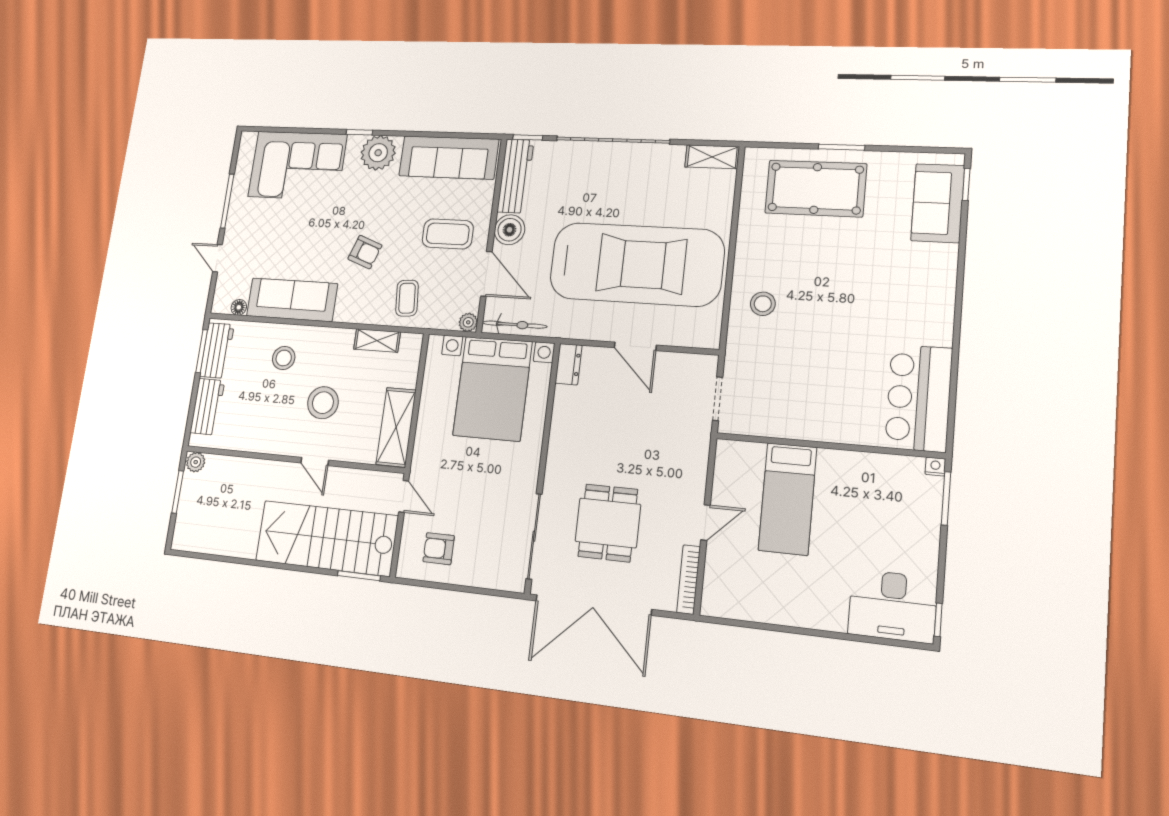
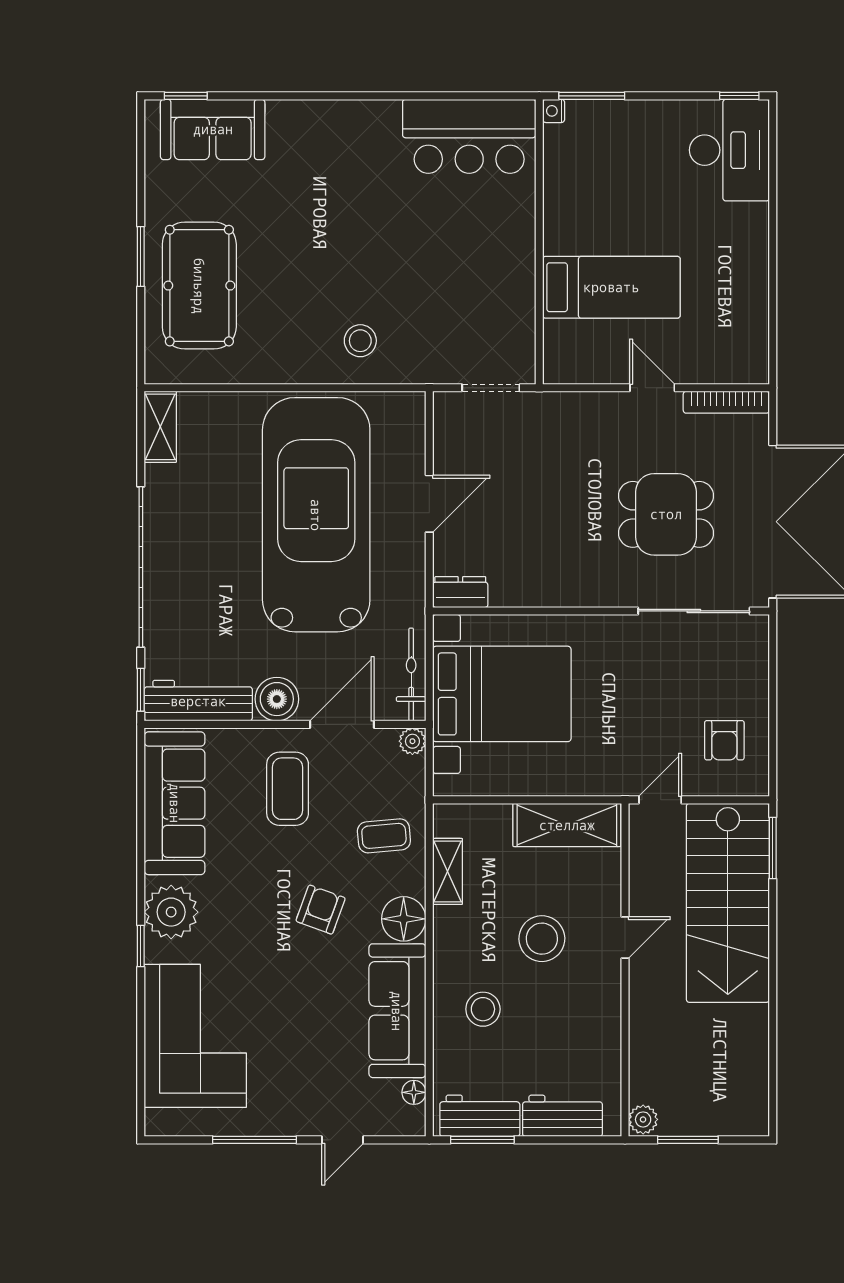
floor lamp: (350, 308) -> (404, 919), added

